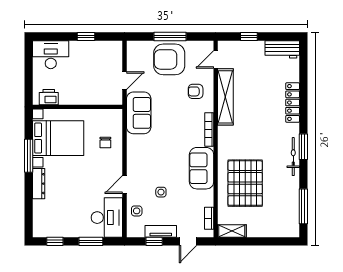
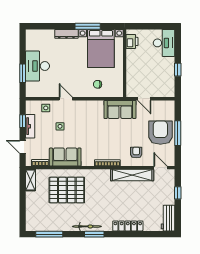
sofa: (202, 168) -> (65, 157), moved
desk: (107, 218) -> (38, 66), moved, turned 90
window: (55, 241) -> (23, 46), removed

